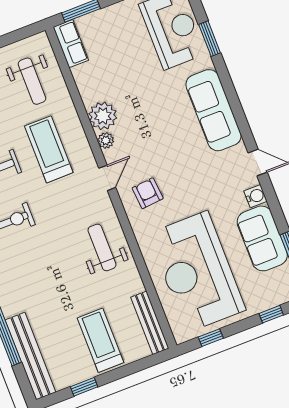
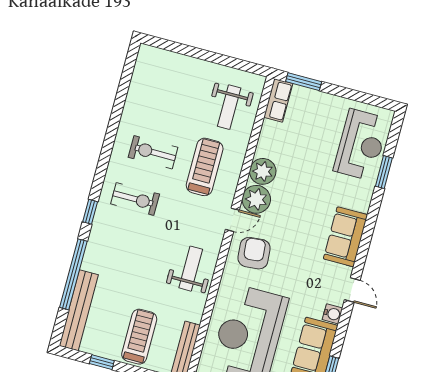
sofa: (214, 110) -> (345, 237), width x0.73
plant: (106, 140) -> (256, 199), width x1.87, depth x1.87
armchair: (148, 193) -> (254, 253), width x1.38, depth x1.38

